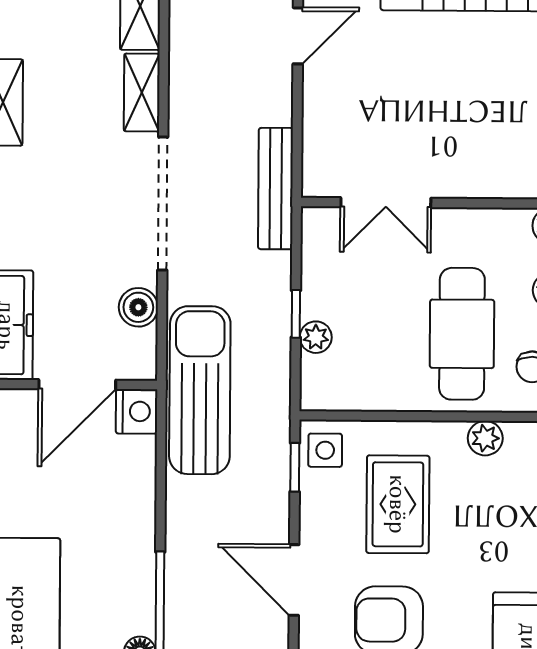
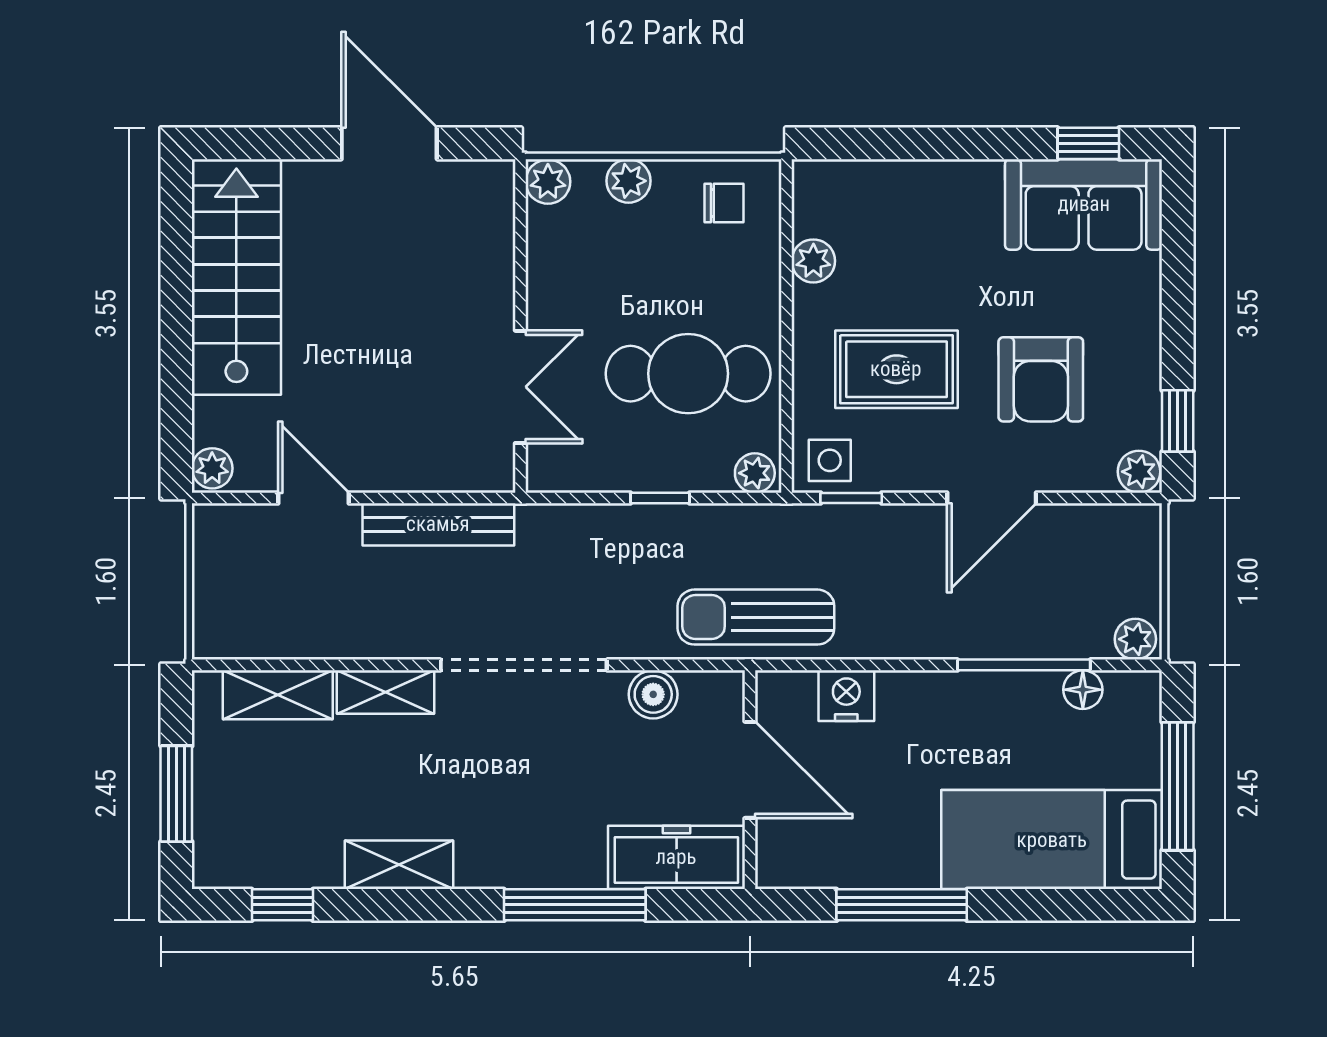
bench: (276, 189) -> (438, 524), moved
cafe table: (462, 334) -> (688, 374), moved
plant: (316, 337) -> (755, 473), moved
sun lounger: (200, 390) -> (756, 617), width x0.73, depth x0.75
nightstand: (137, 411) -> (846, 696), moved

